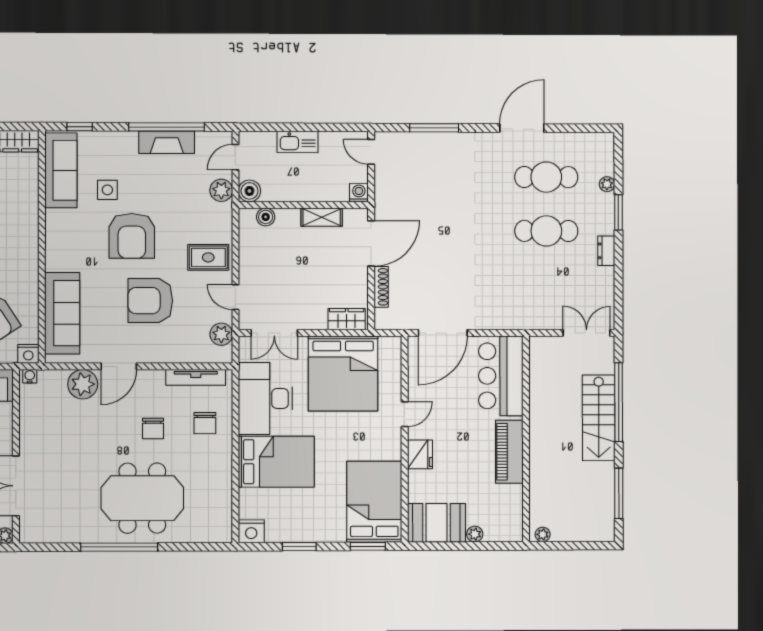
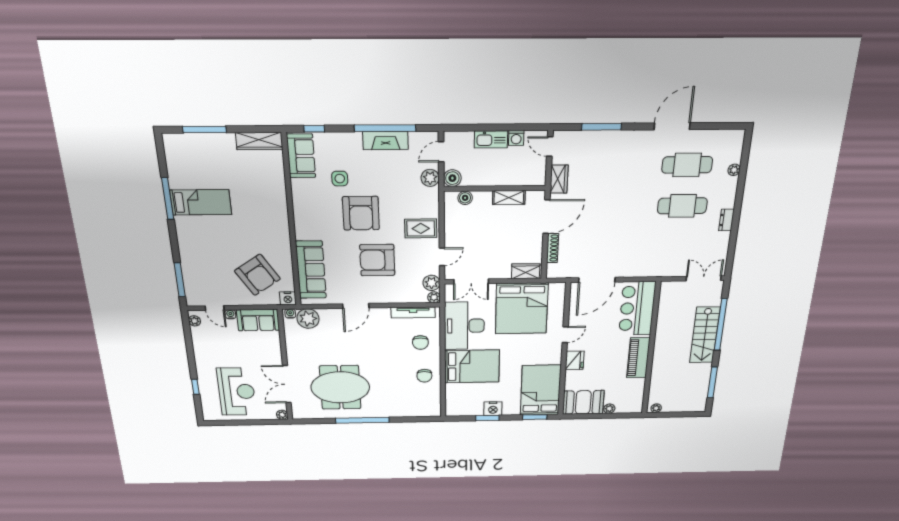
sofa: (61, 170) -> (301, 156), width x0.73
washing machine: (359, 193) -> (516, 138), moved, turned 180
wardrobe: (385, 194) -> (559, 179), added
window: (618, 212) -> (740, 191), removed
door: (235, 297) -> (442, 257), swing flipped
plant: (224, 355) -> (434, 297), added
plant: (83, 384) -> (308, 319), moved
chair: (153, 428) -> (424, 376), moved
meeting table: (142, 498) -> (340, 387), moved
nightstand: (251, 531) -> (493, 409), moved

